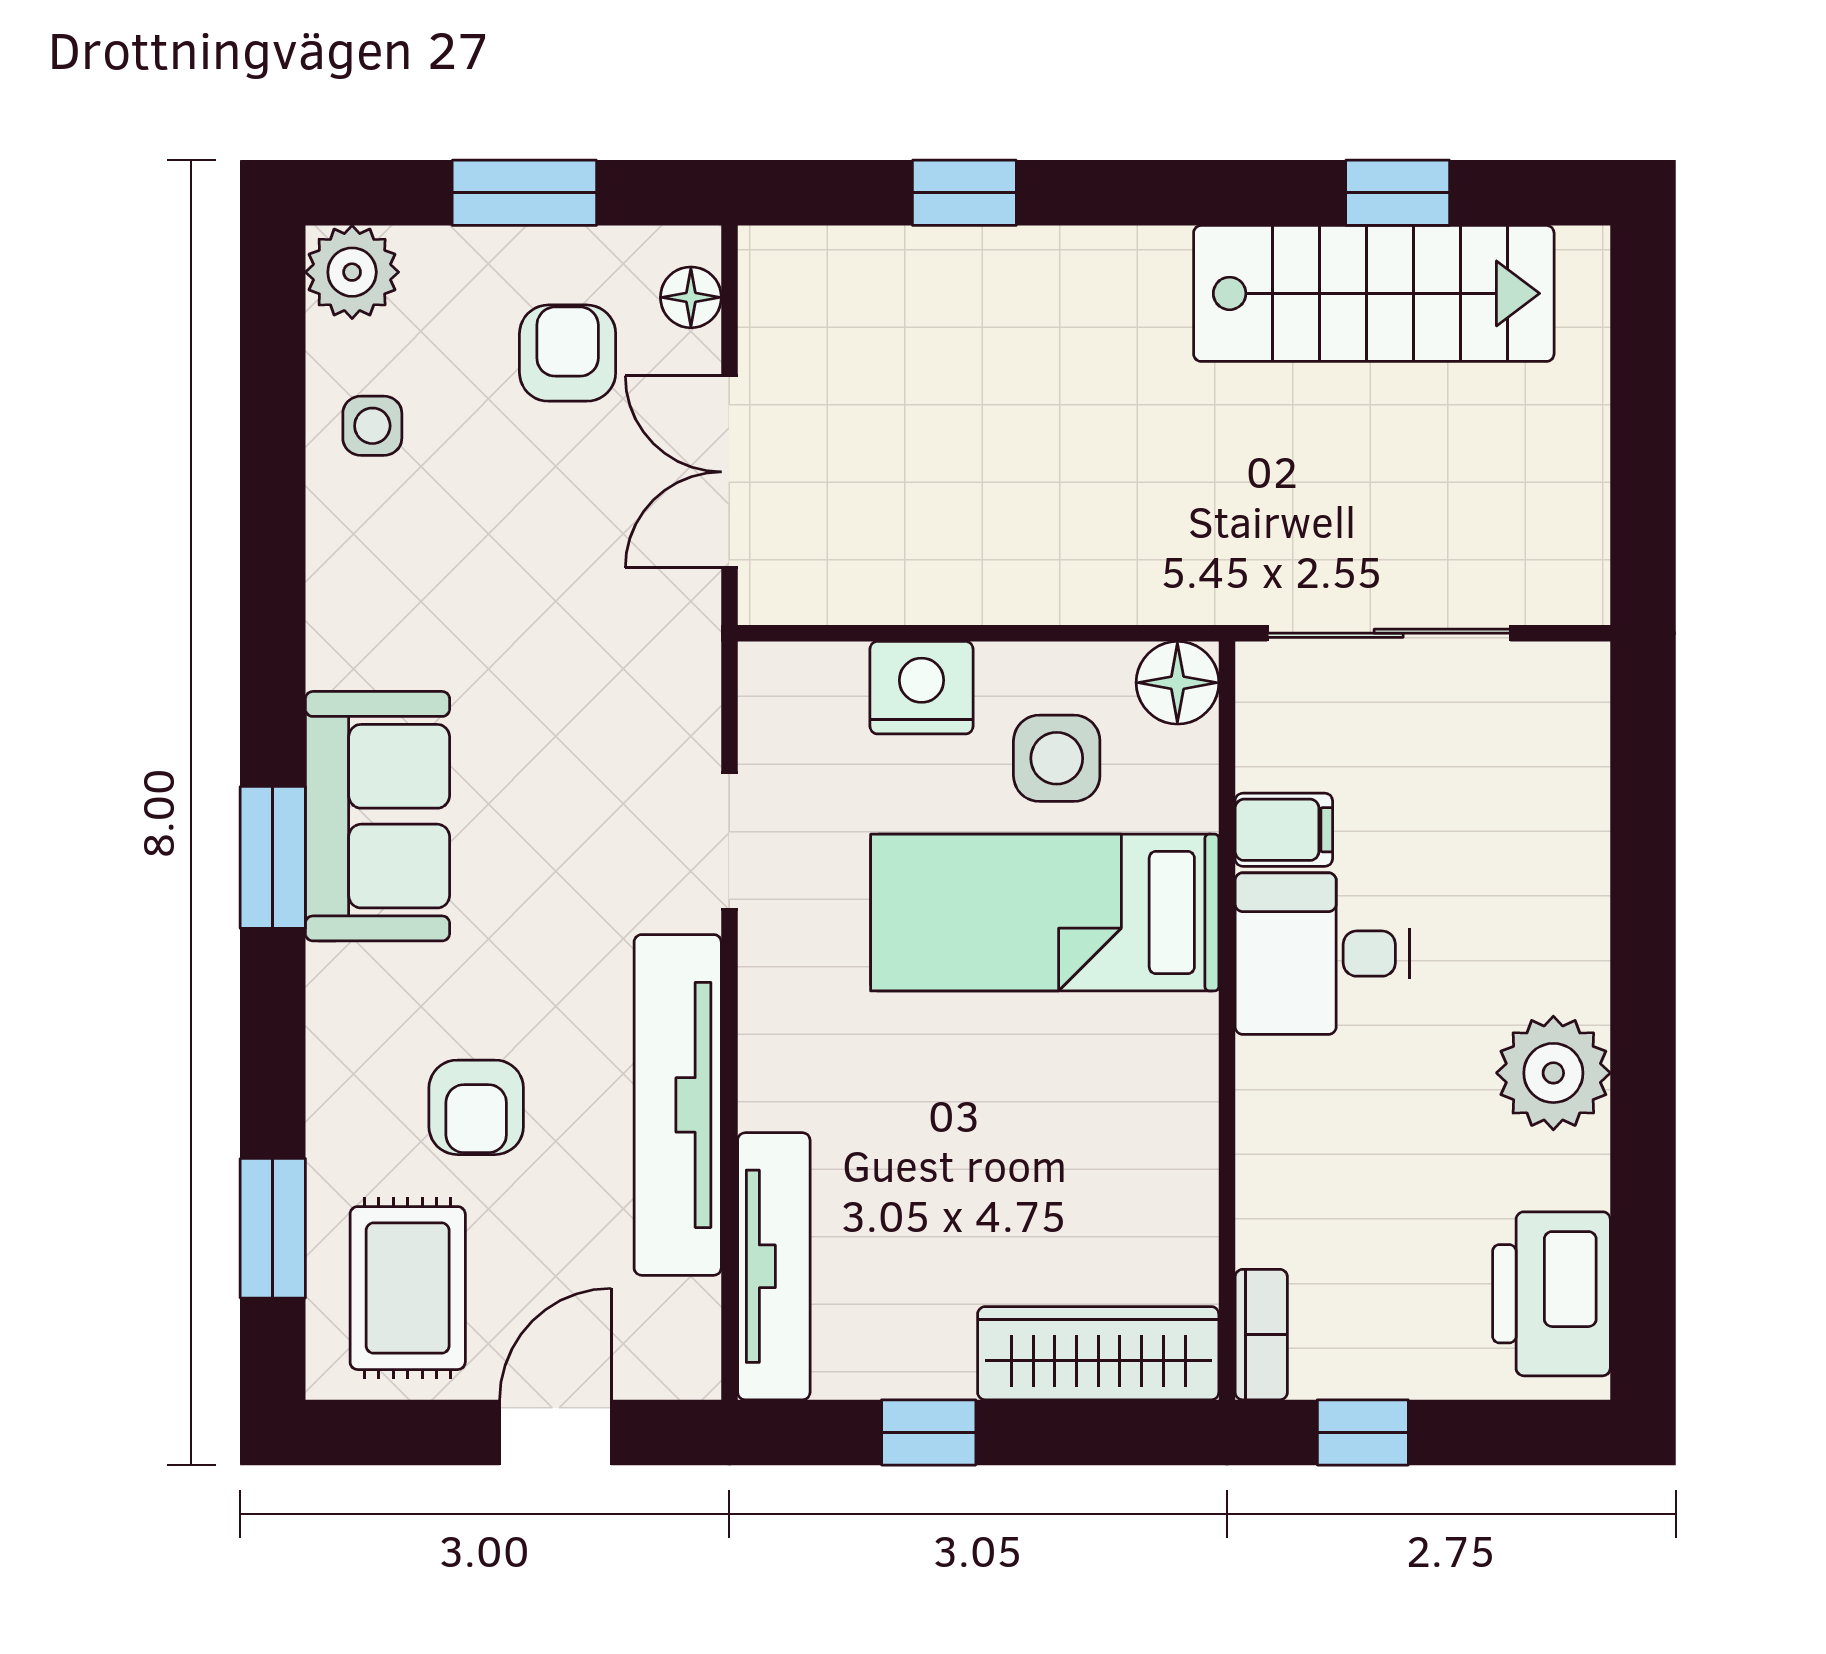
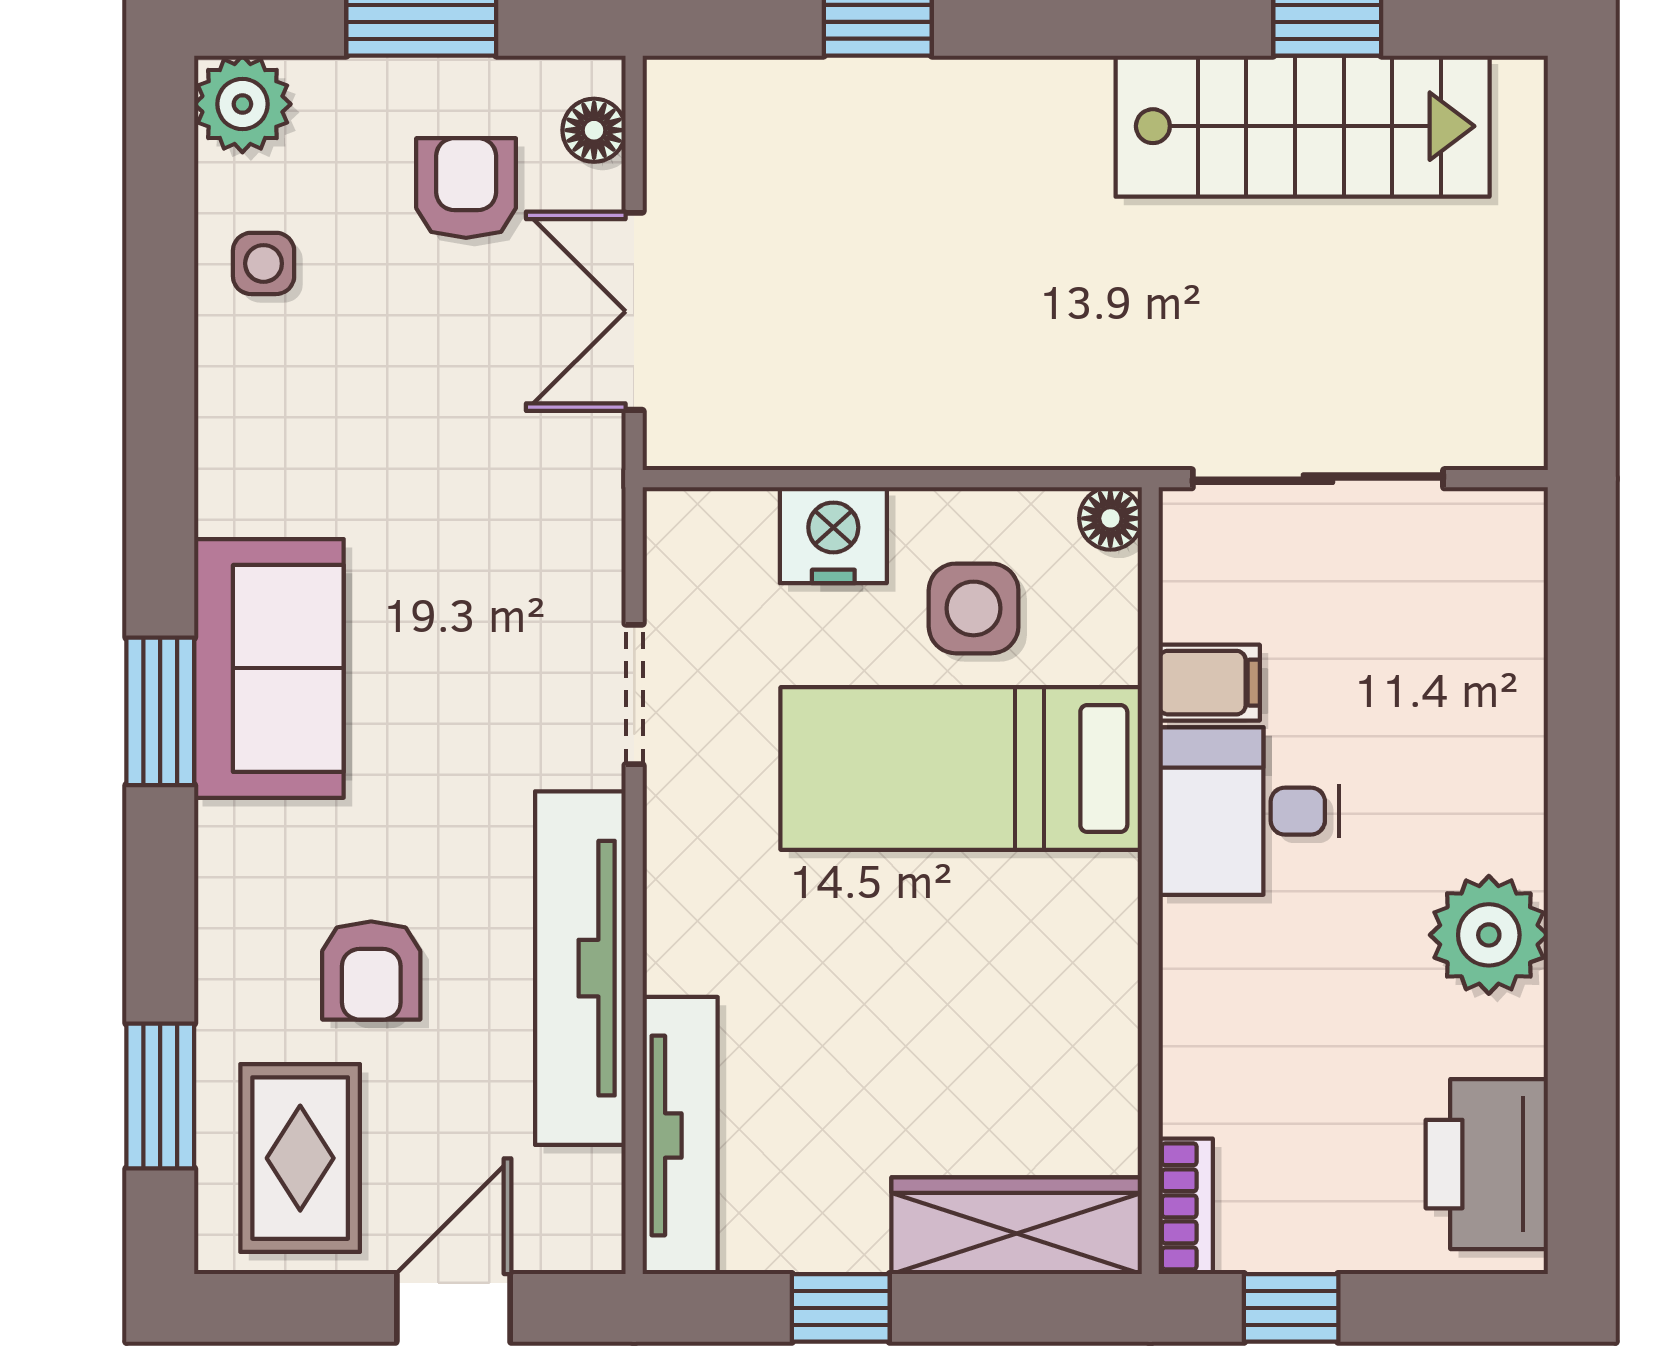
floor lamp: (1177, 683) -> (1110, 518), width x0.73, depth x0.73

